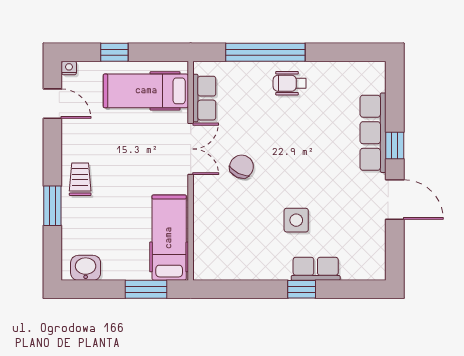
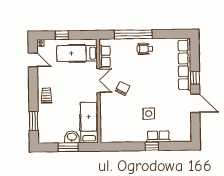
row of seats: (373, 133) -> (185, 65), width x1.36
window: (52, 206) -> (34, 121), moved
washbasin: (86, 268) -> (72, 137), moved
window: (146, 289) -> (68, 147), moved

